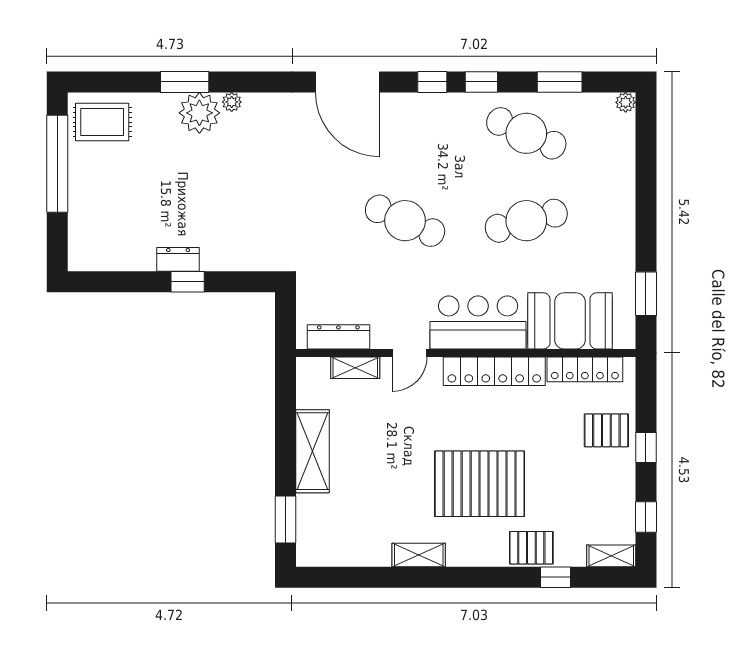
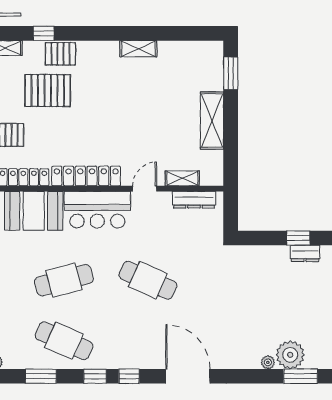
pallet: (480, 484) -> (48, 91), moved, width x0.73, depth x0.71

